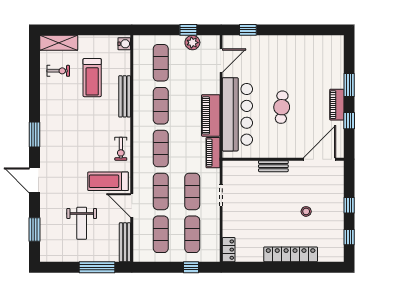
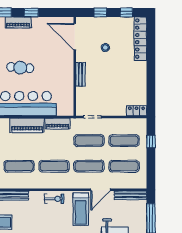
wall: (283, 159) -> (75, 66), moved
door: (319, 159) -> (75, 37), moved
bench: (273, 166) -> (80, 74), moved
locker: (291, 254) -> (140, 39), moved

